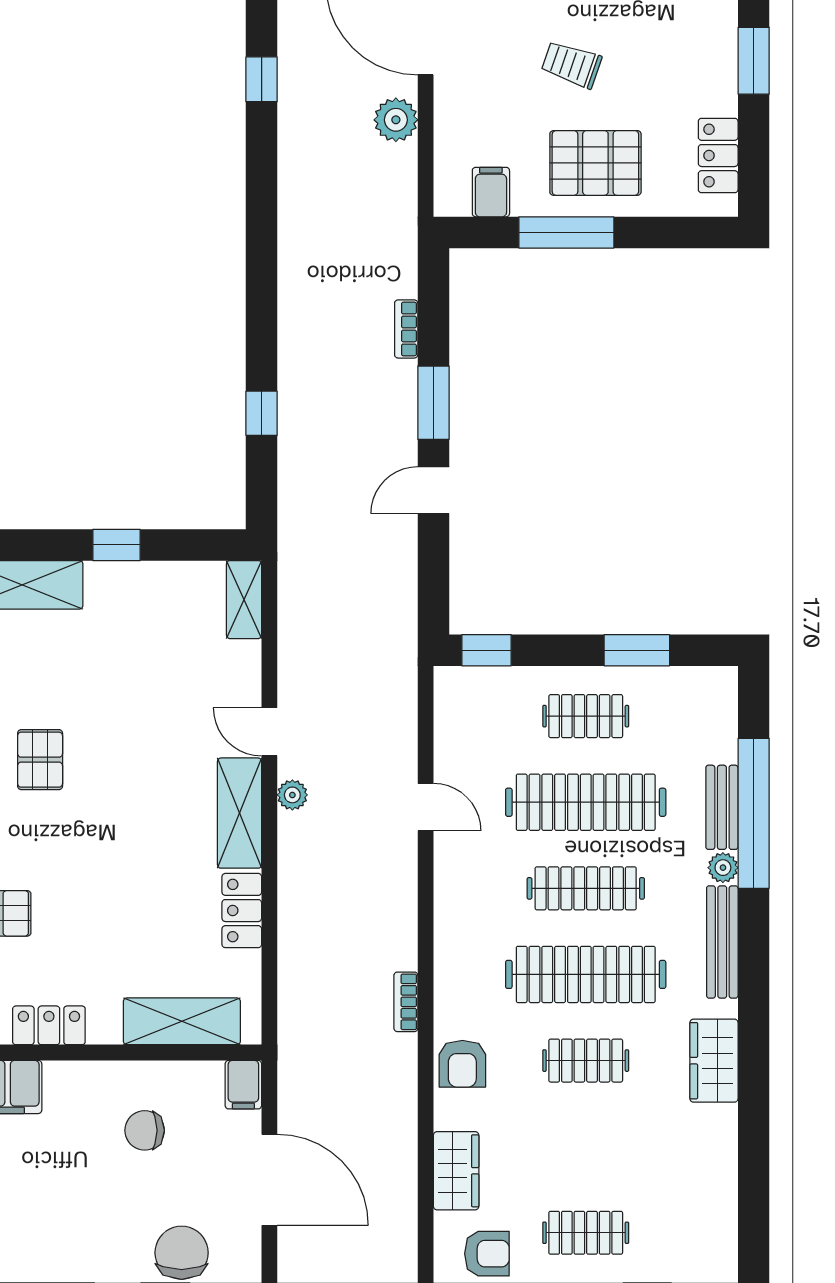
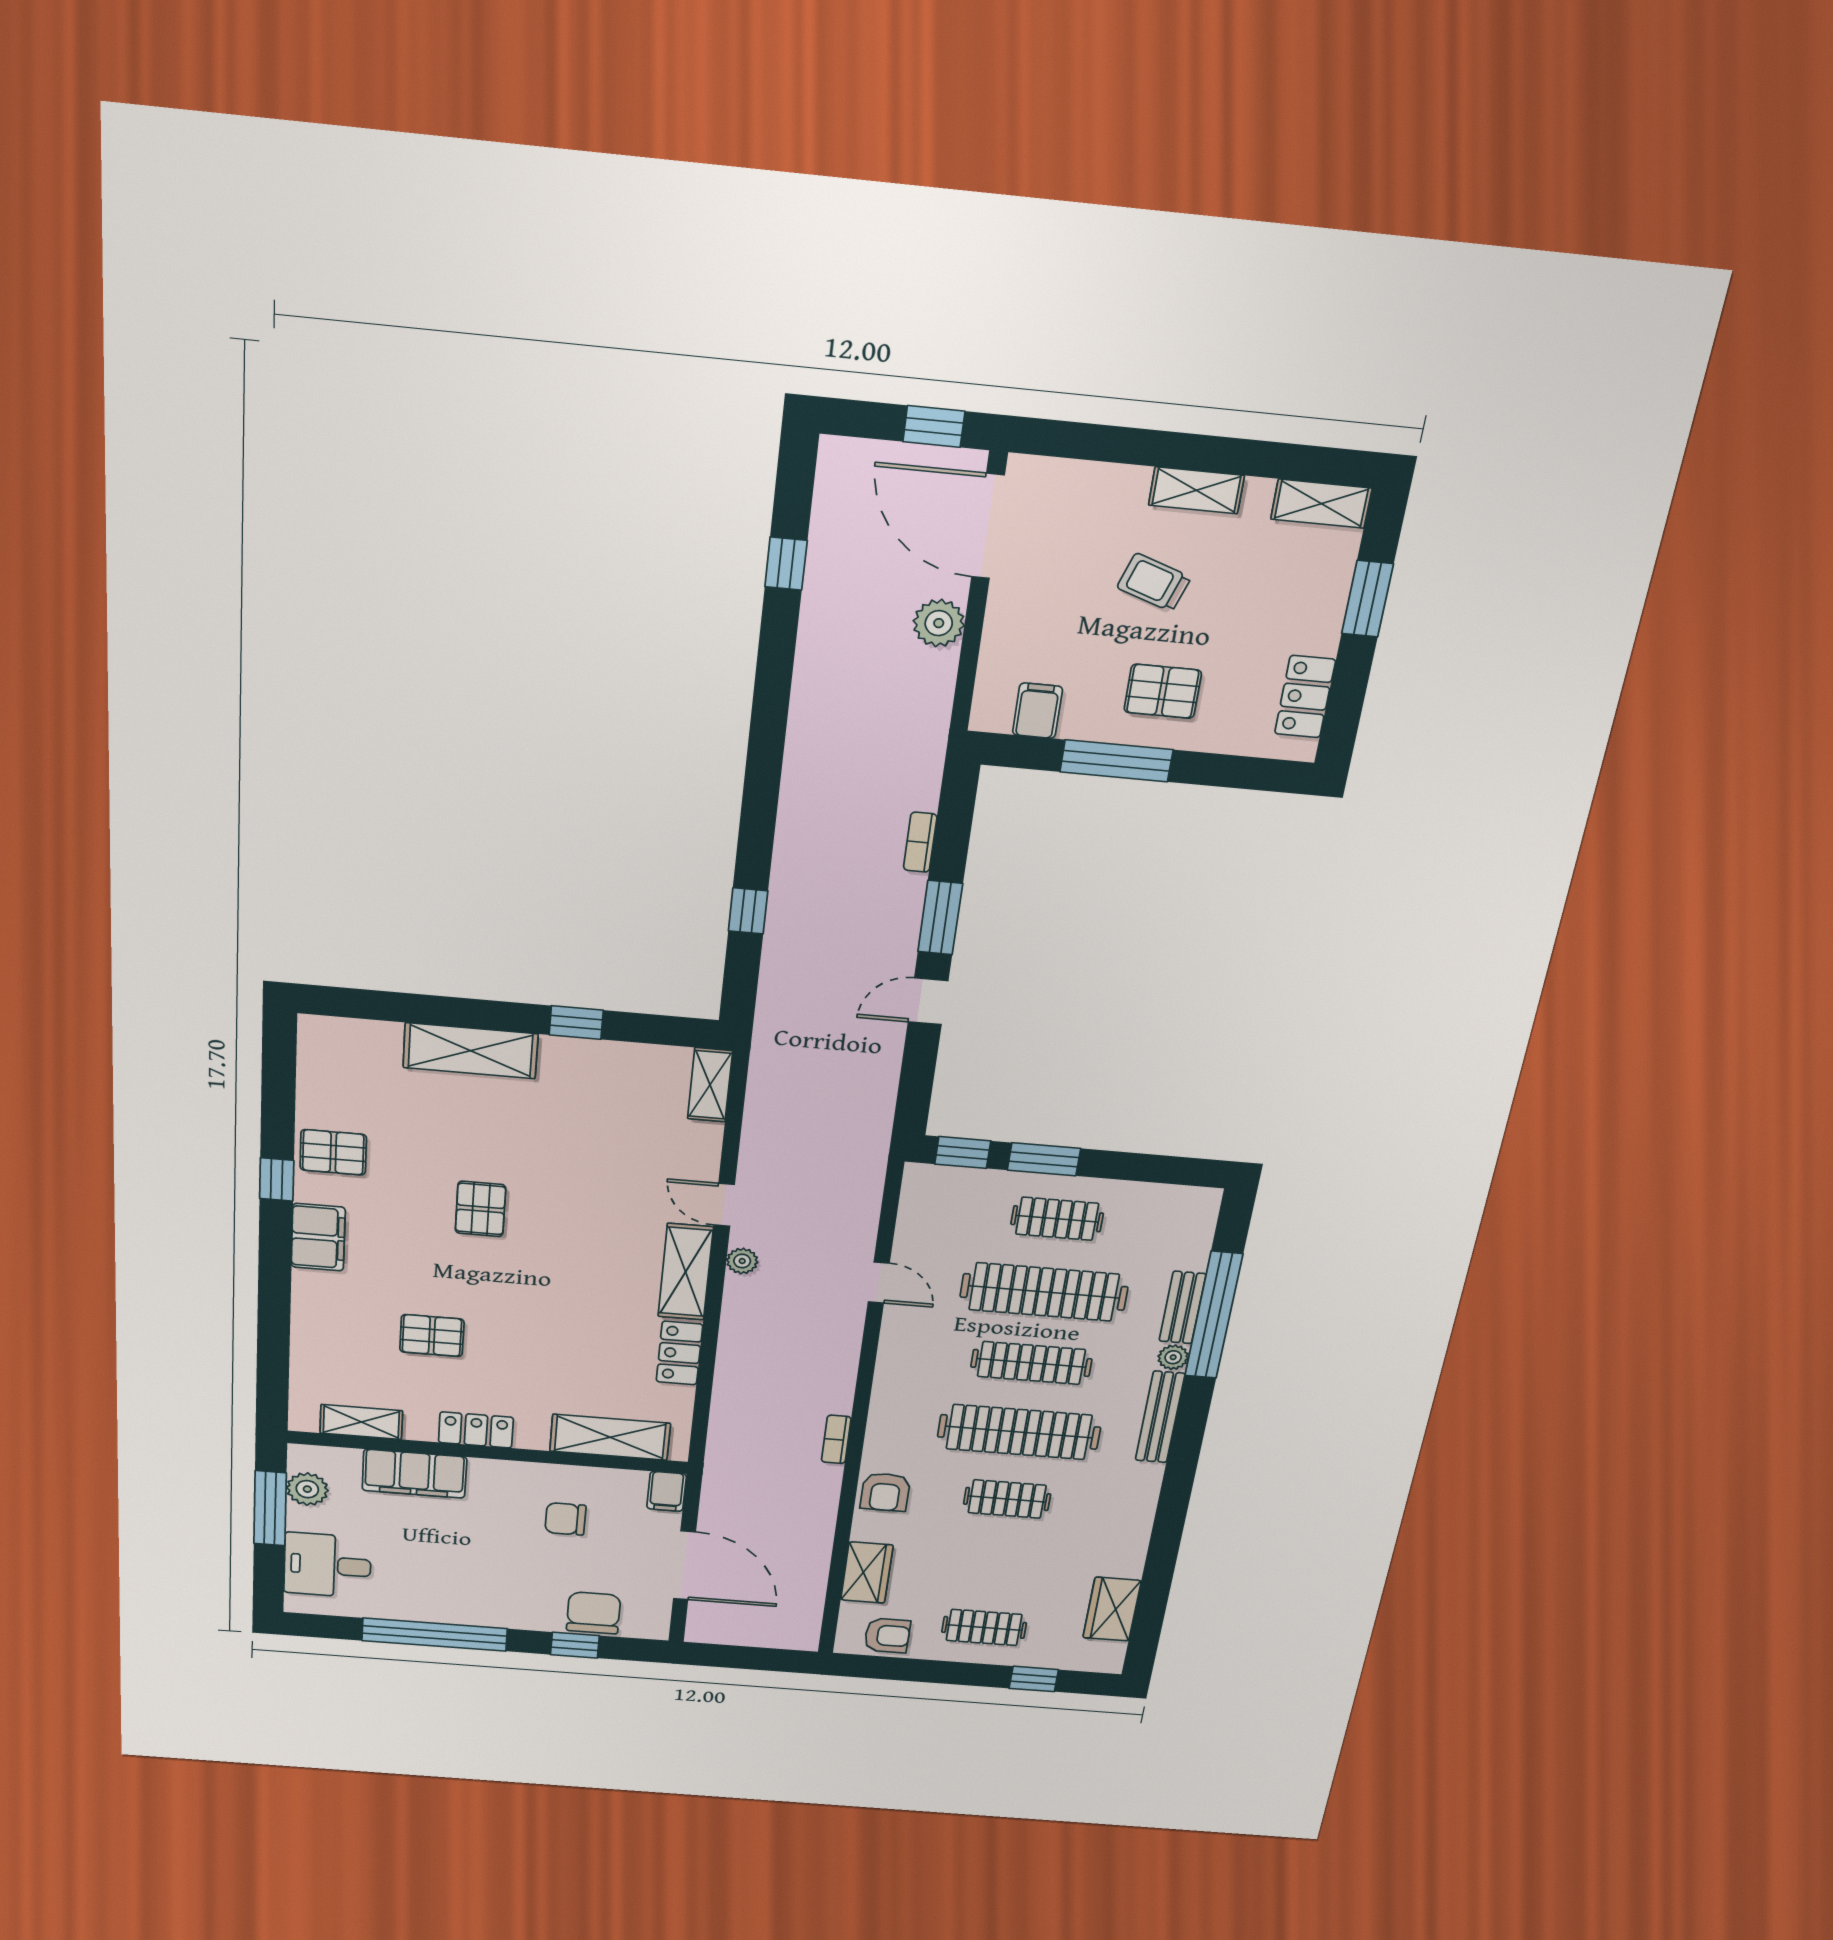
pallet: (595, 163) -> (1163, 691), width x0.67, depth x0.71
window: (637, 650) -> (1044, 1159), moved
wardrobe: (714, 1061) -> (1112, 1609), moved

